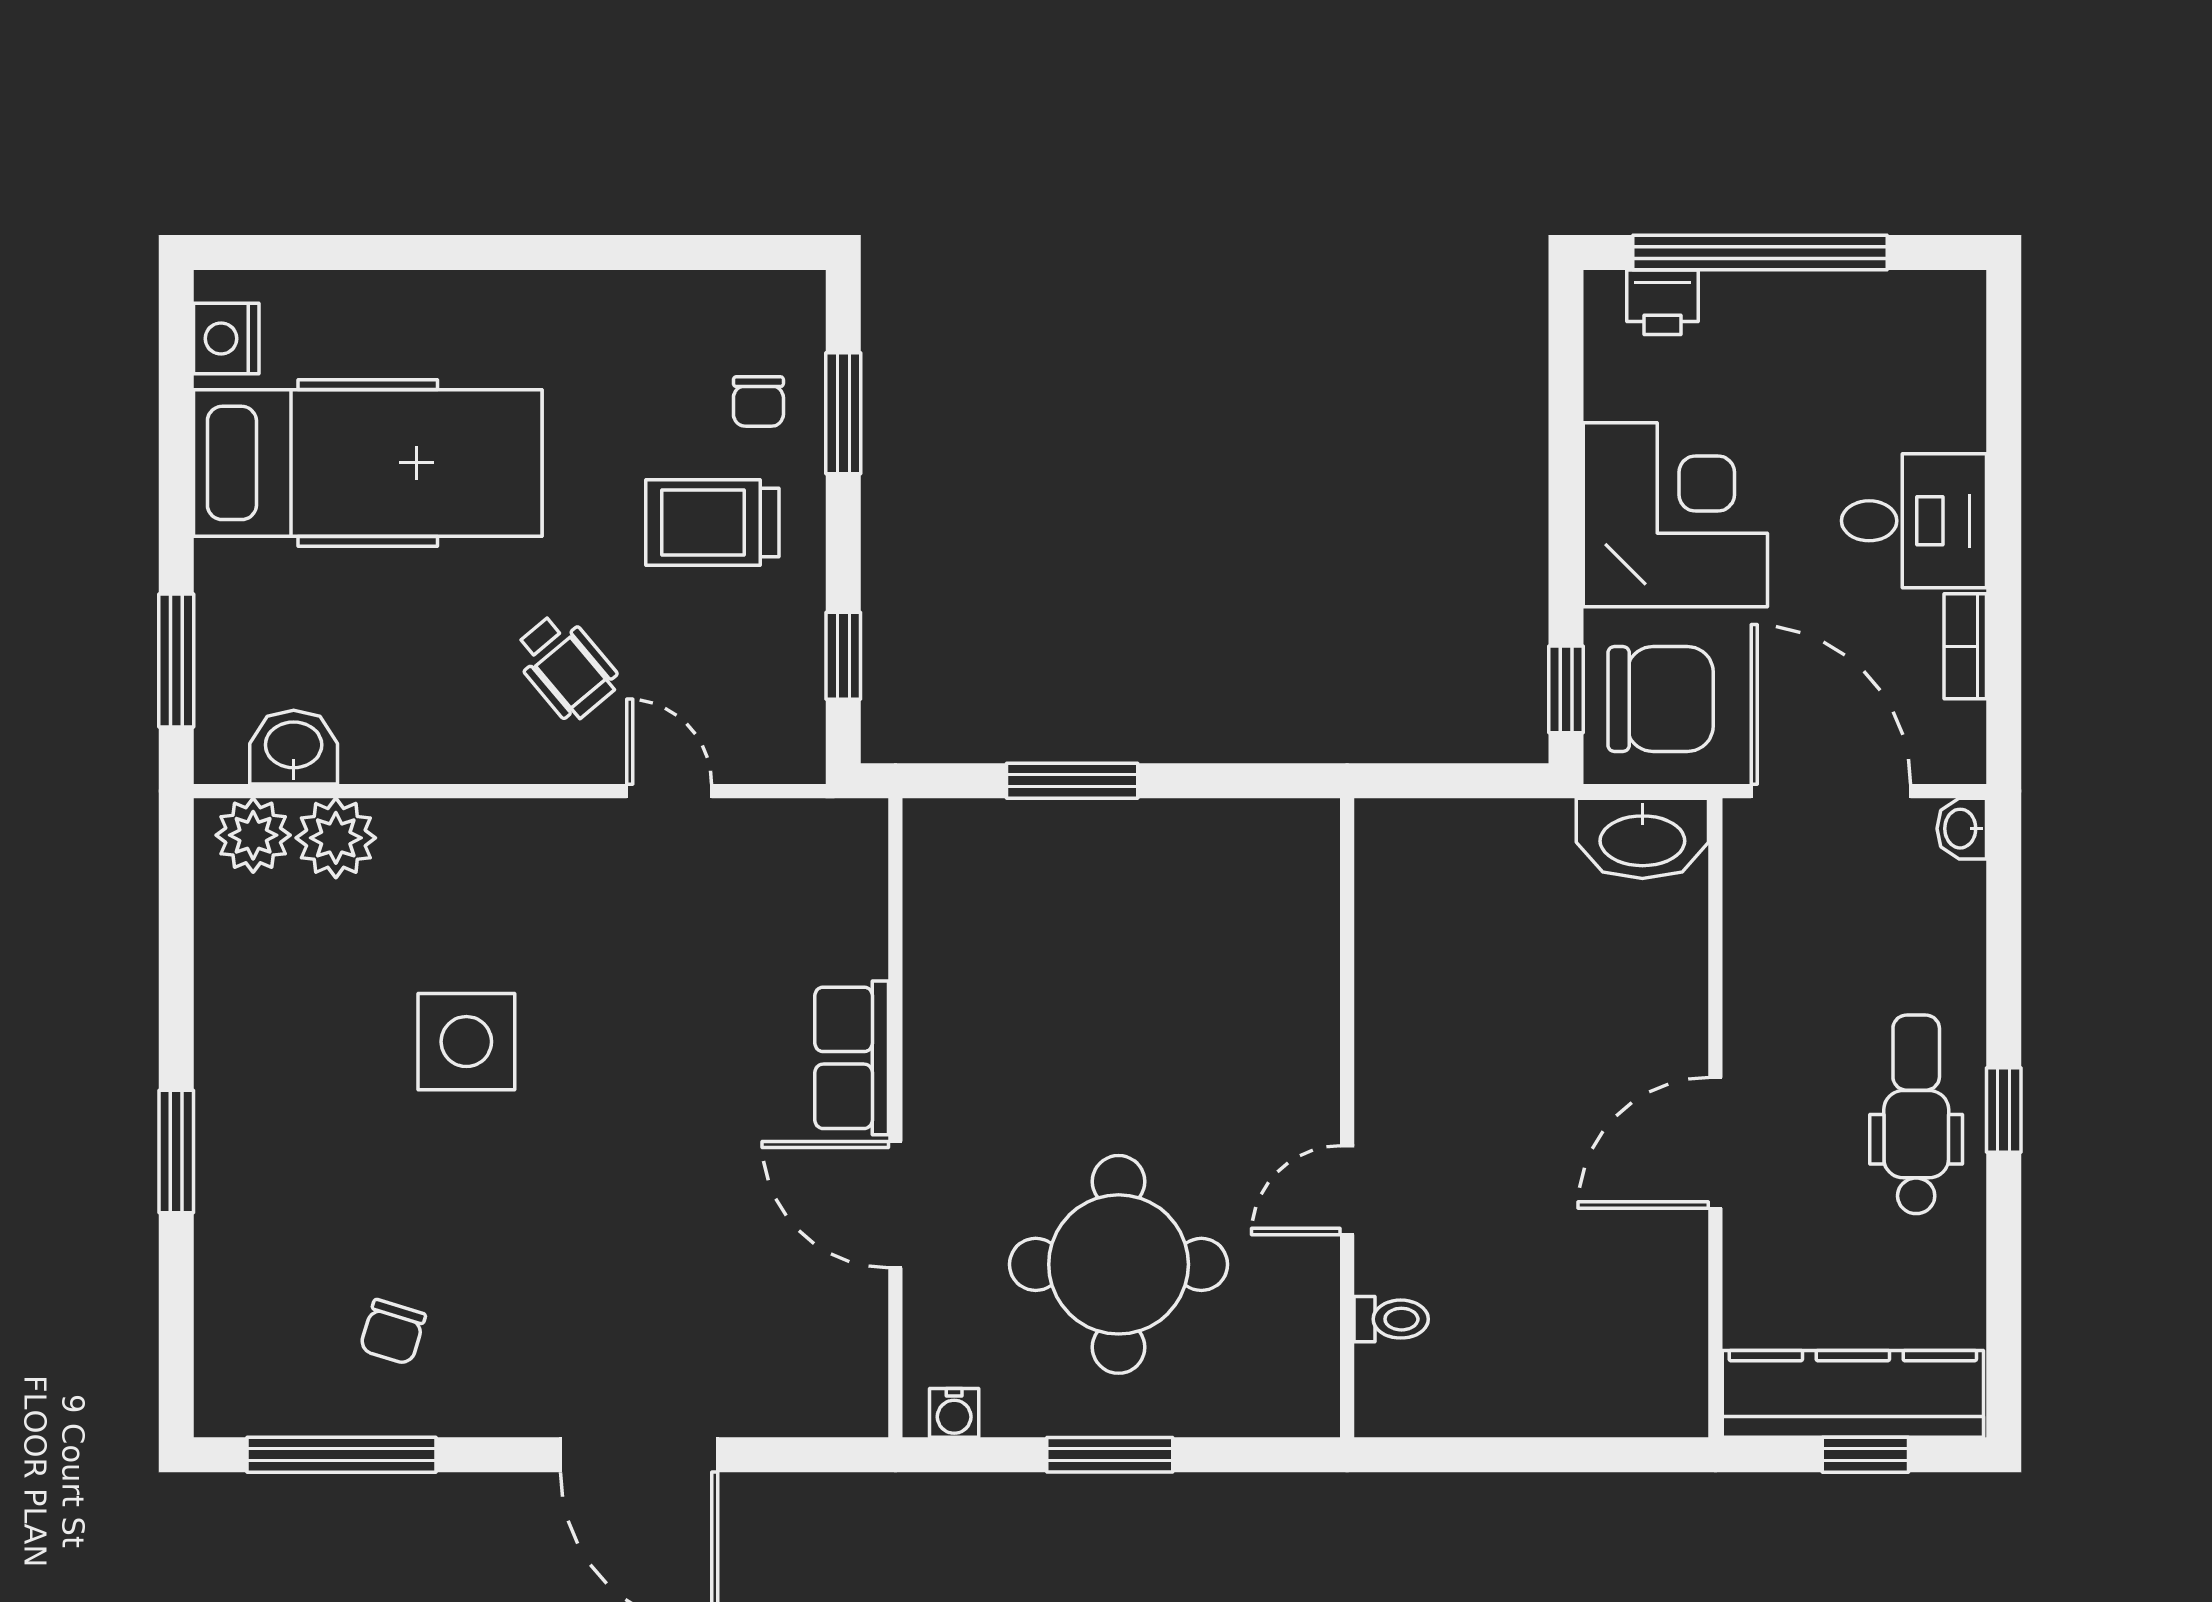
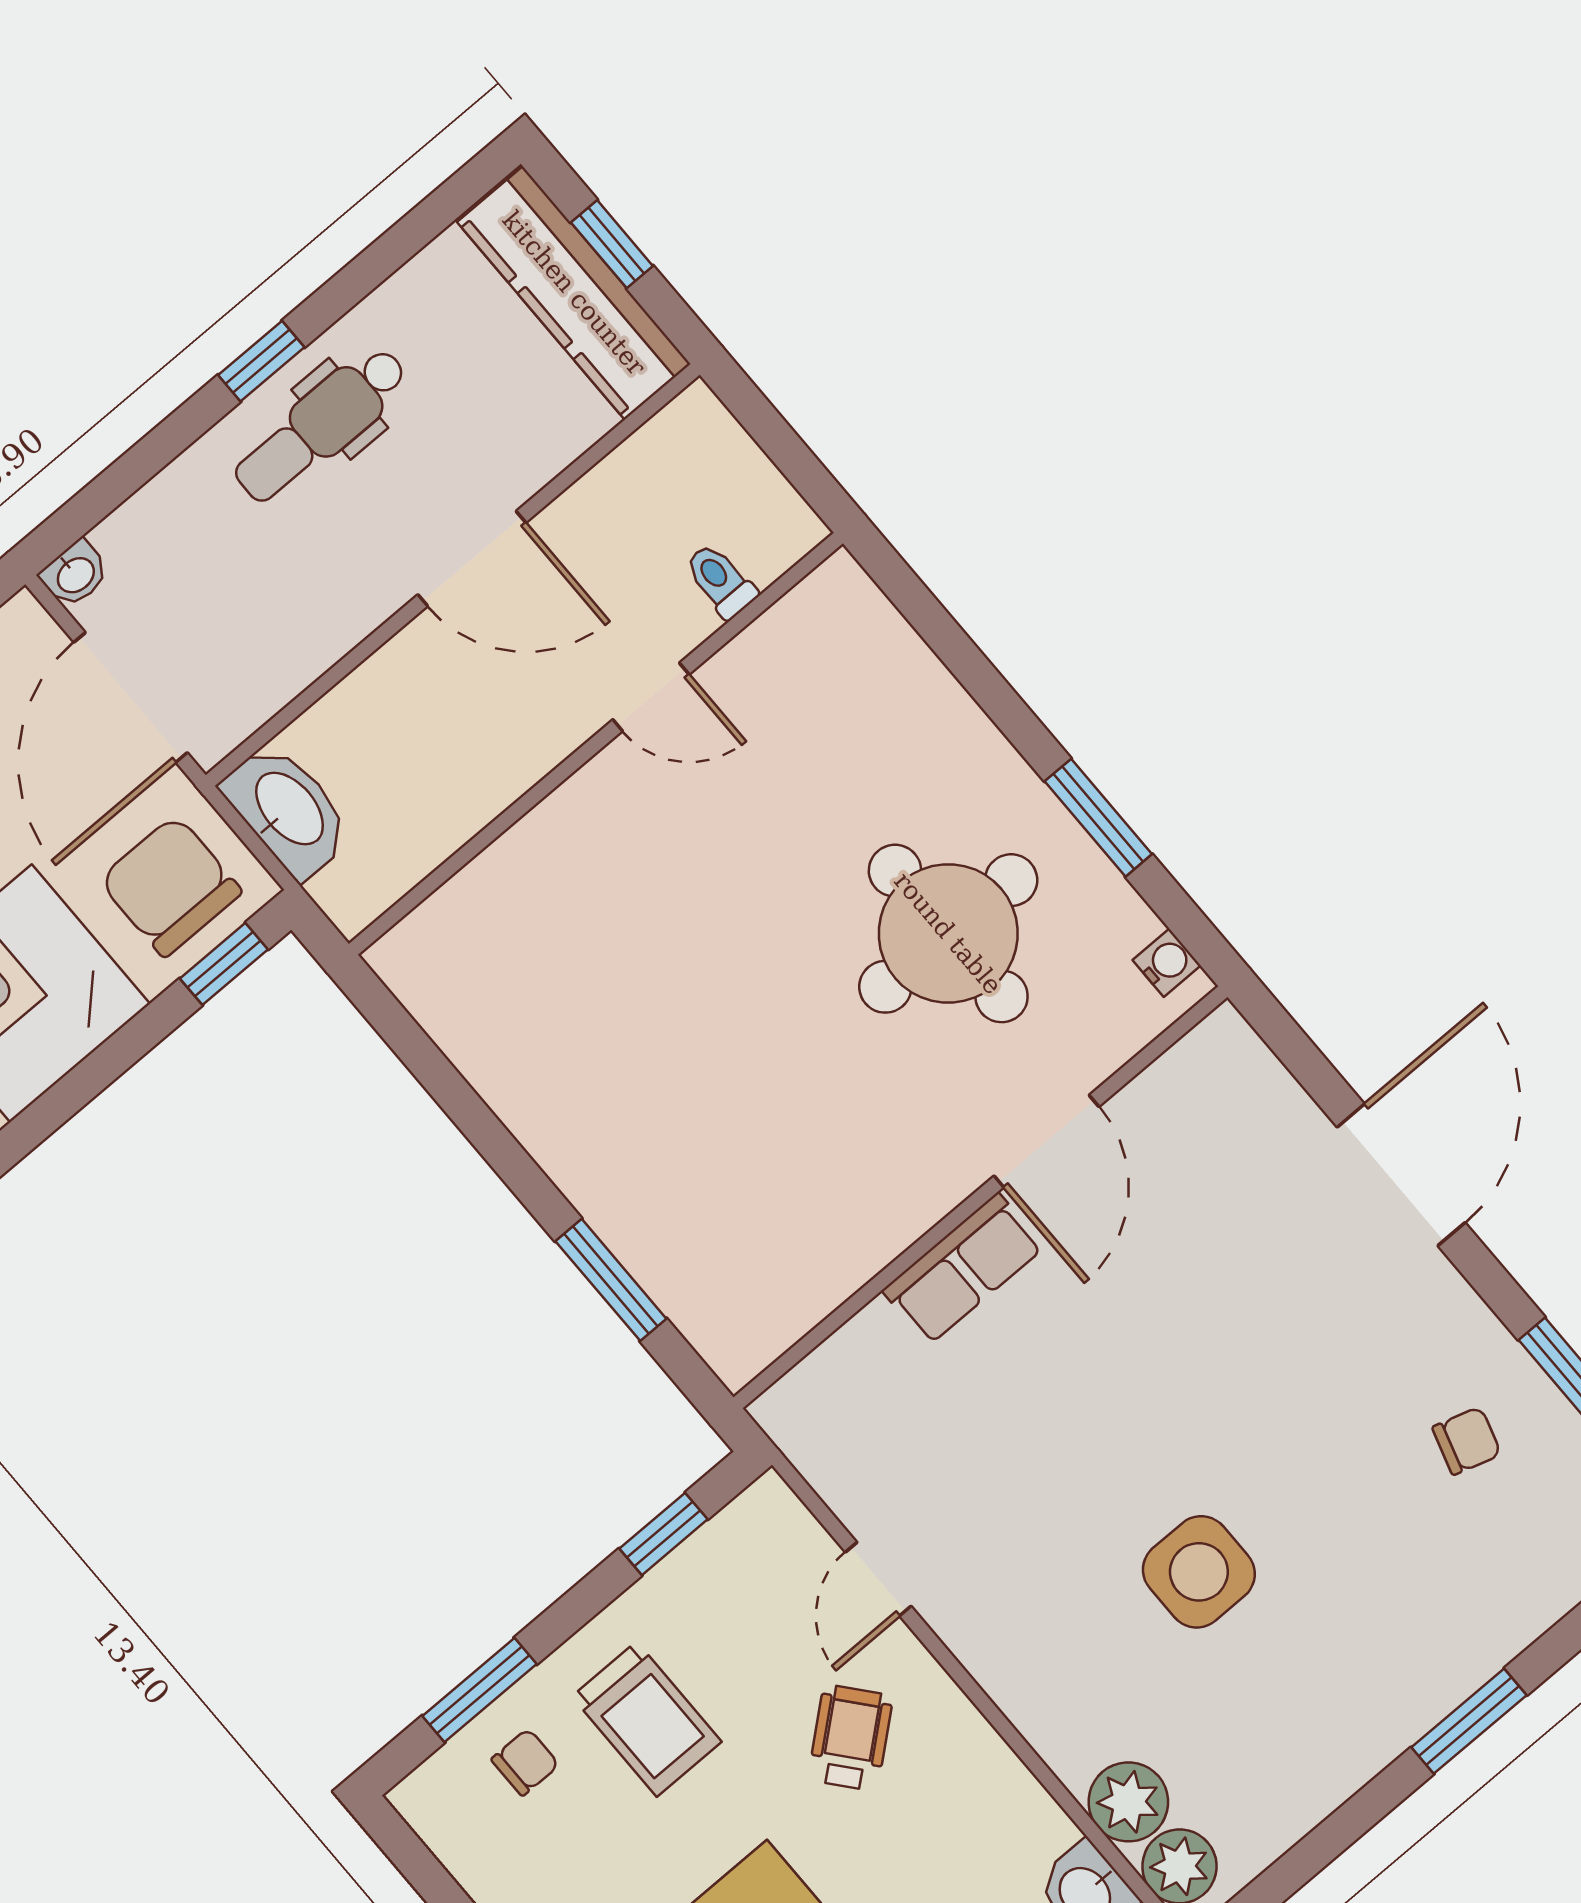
wall: (1347, 1118) -> (596, 744), moved
door: (1347, 1190) -> (651, 697), moved
toilet: (1391, 1319) -> (720, 581), moved

